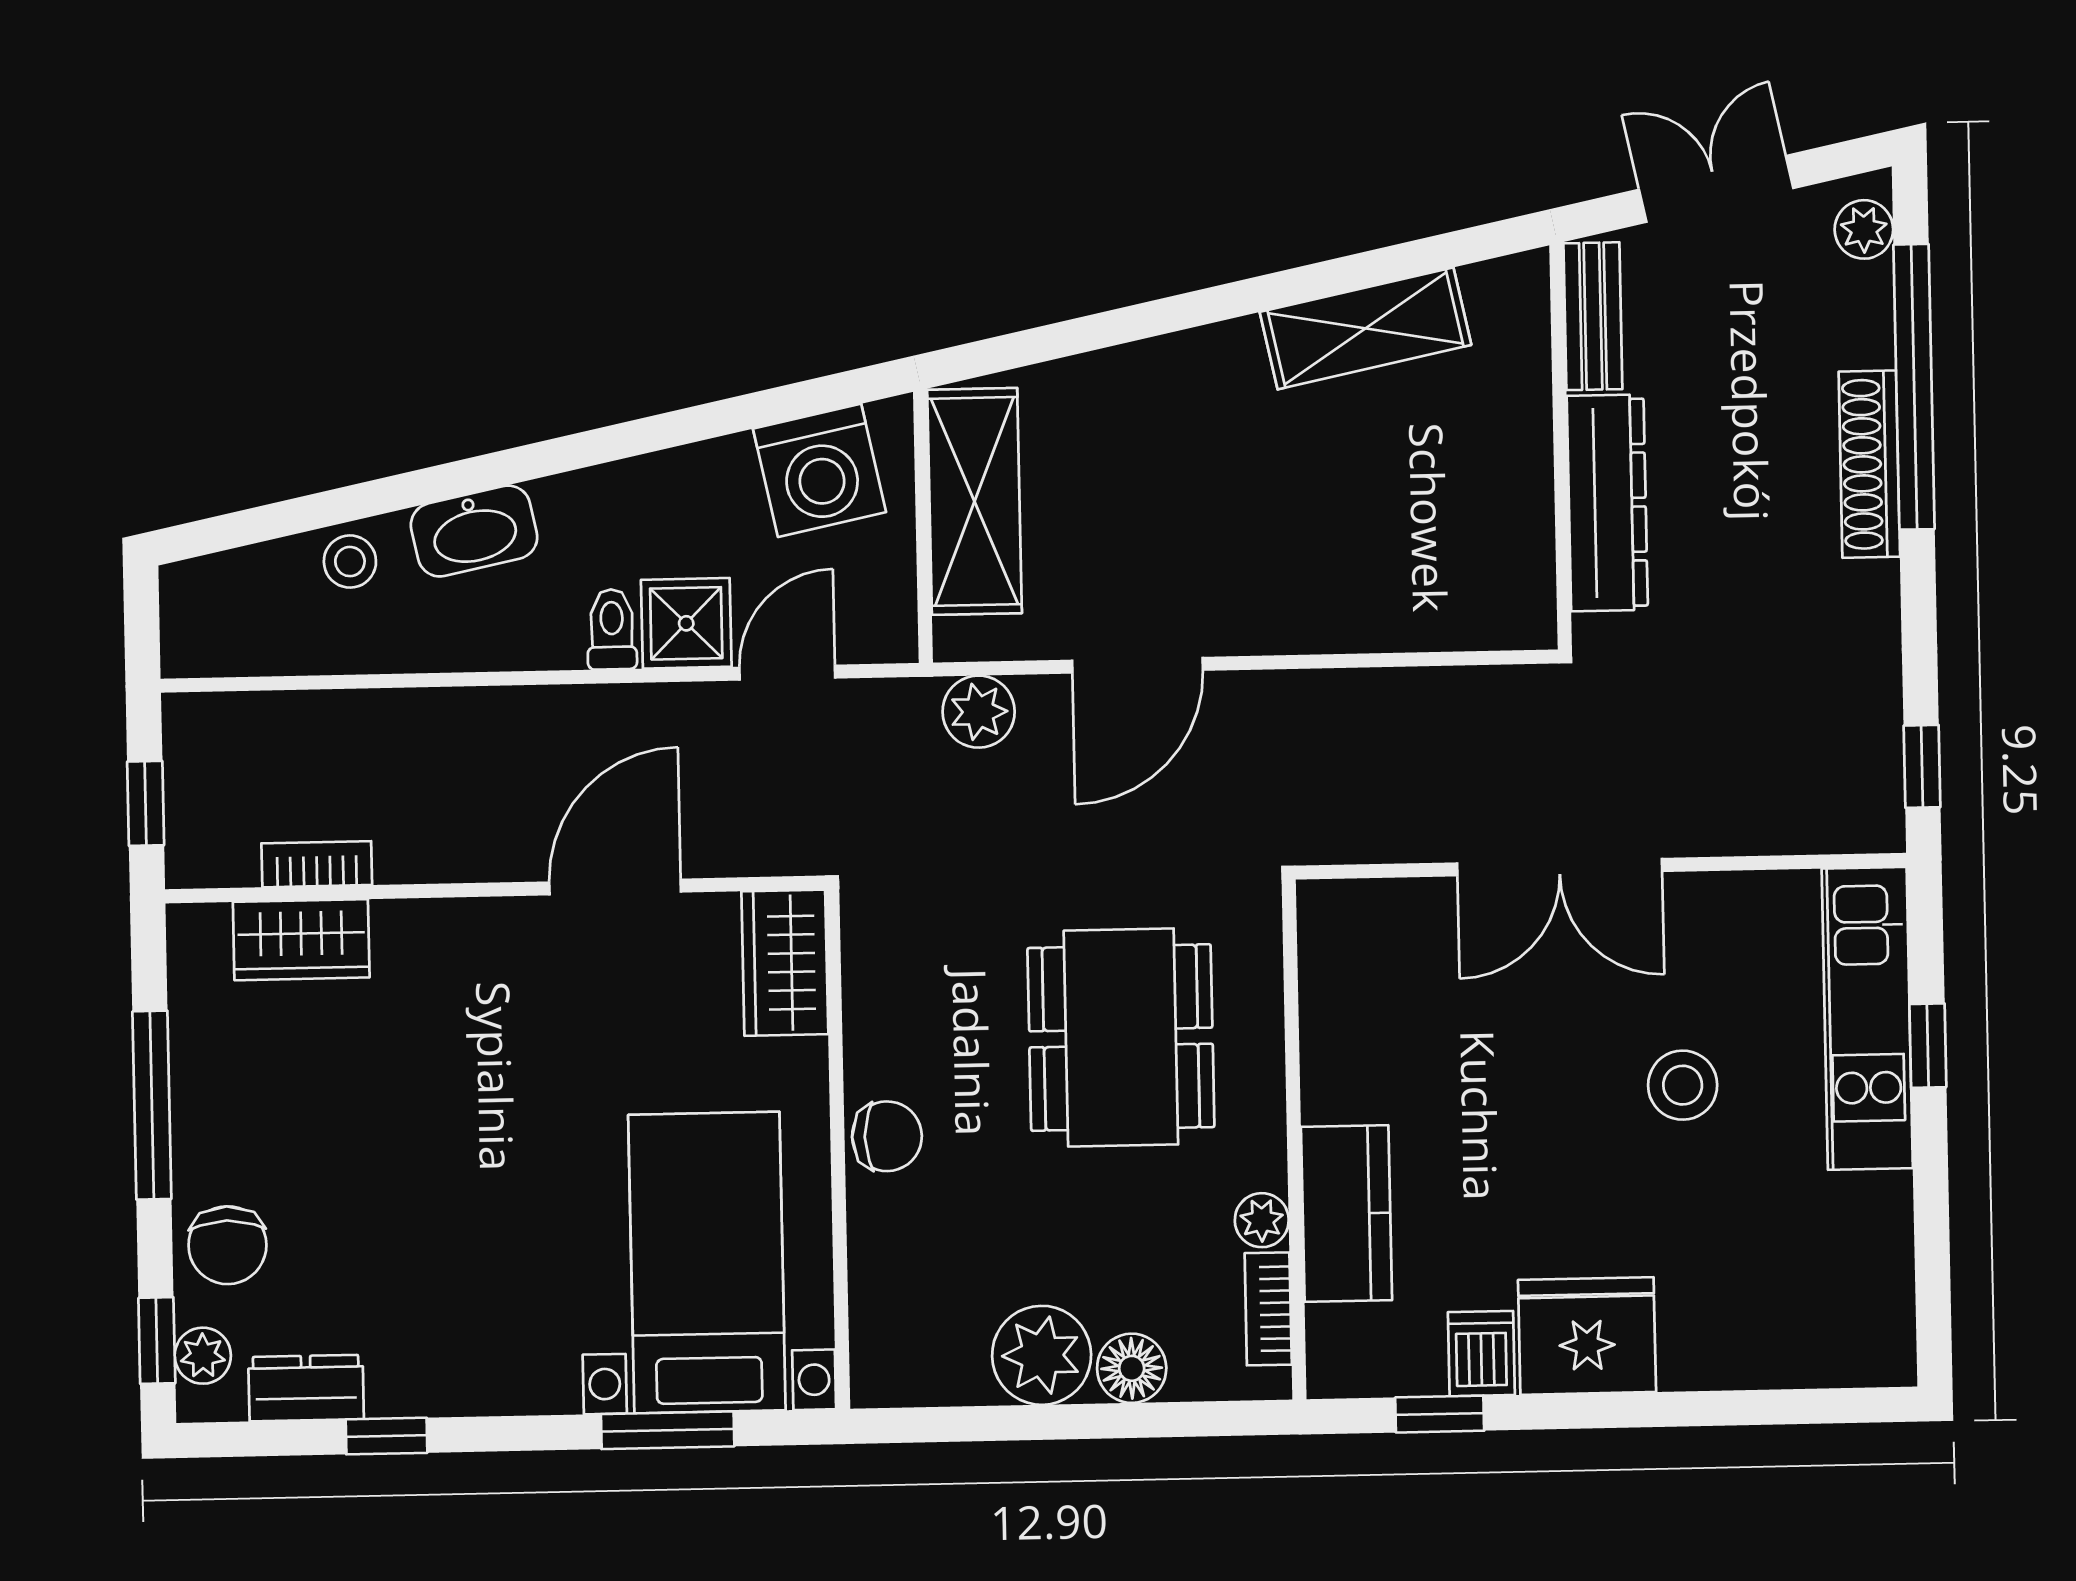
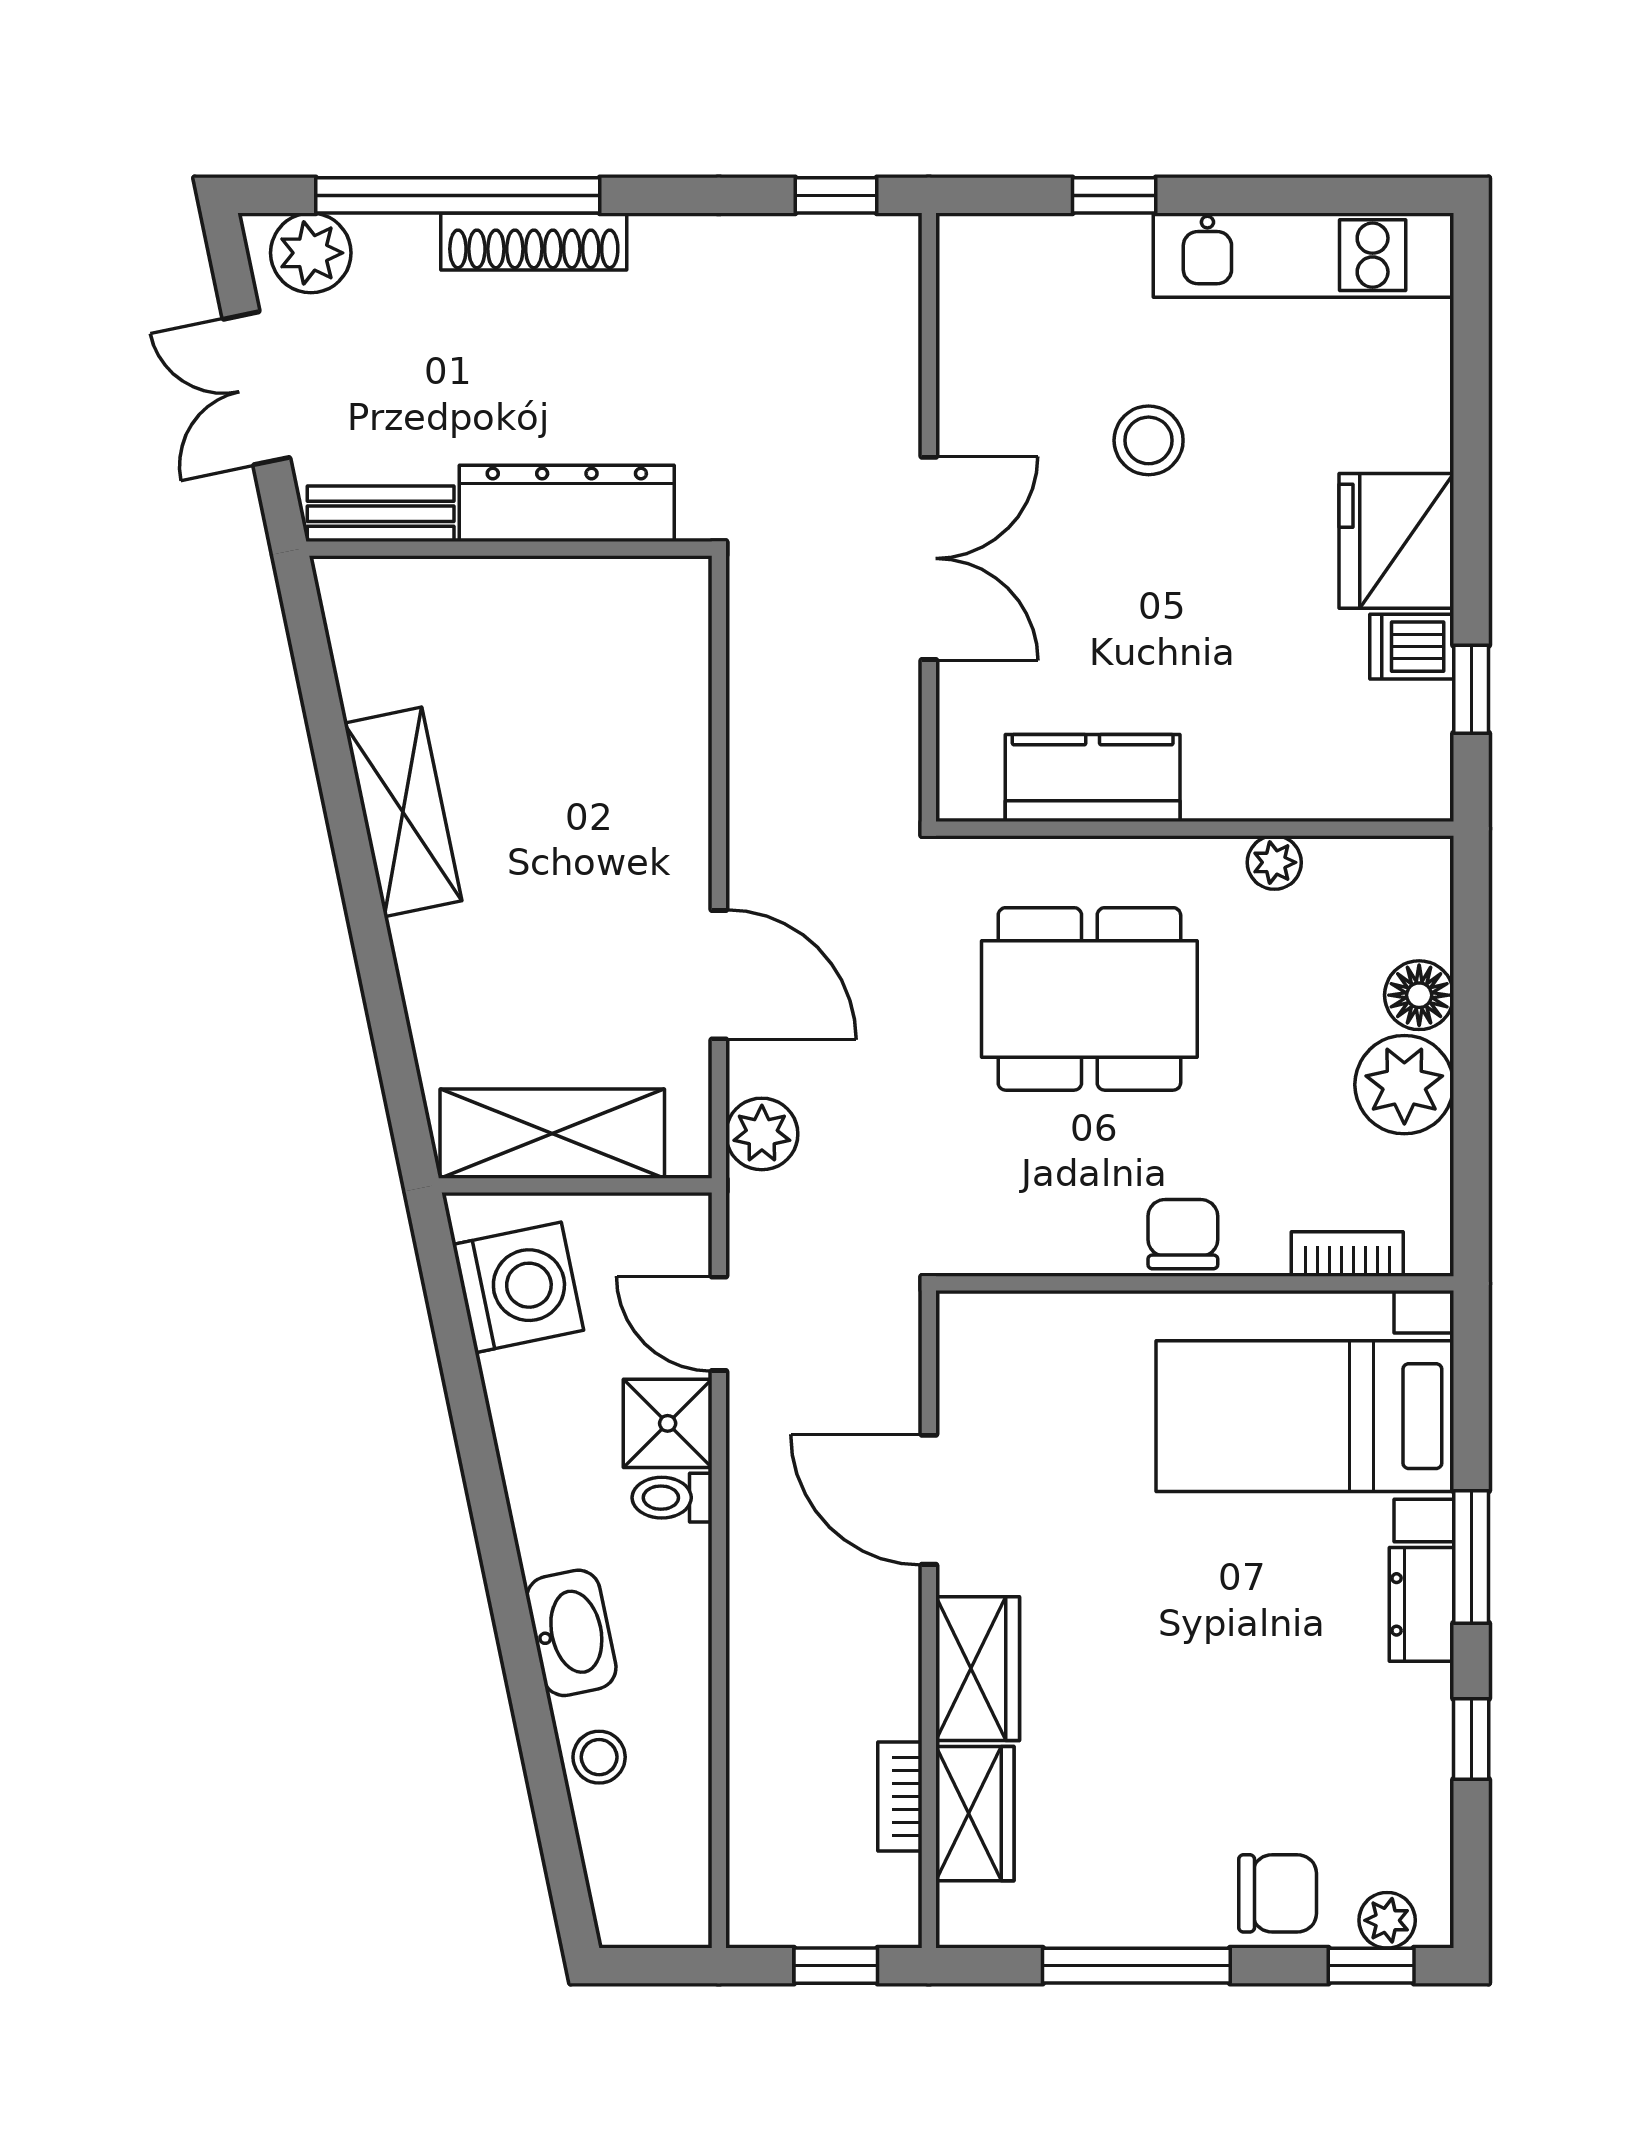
plant: (1864, 229) -> (311, 253), width x1.38, depth x1.38
shelving: (1365, 328) -> (403, 812), moved
wardrobe: (785, 963) -> (978, 1669), moved, turned -90
kitchen unit: (1867, 1018) -> (1303, 255), moved
kitchen counter: (1346, 1214) -> (1093, 778), moved
bookcase: (1268, 1309) -> (1347, 1254), moved, turned 180
dresser: (306, 1388) -> (1422, 1604), moved
window: (668, 1430) -> (1471, 1557), moved

